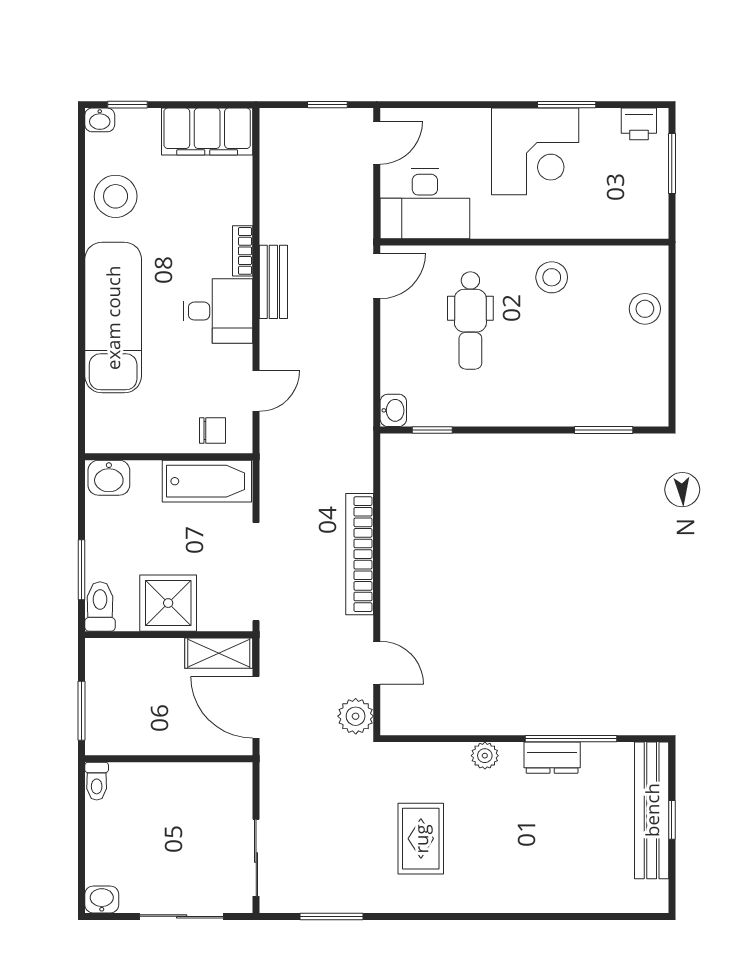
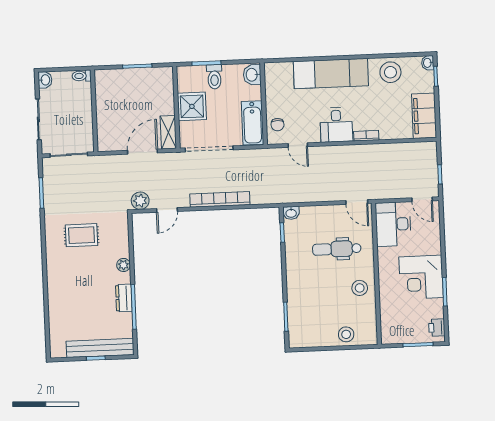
bench: (273, 282) -> (352, 151), removed
toilet: (100, 606) -> (214, 77), moved, turned 90
wall: (169, 759) -> (94, 111), moved
toilet: (97, 781) -> (82, 76), moved

